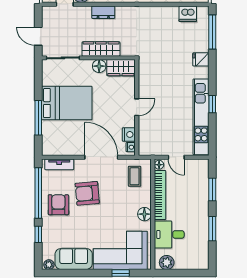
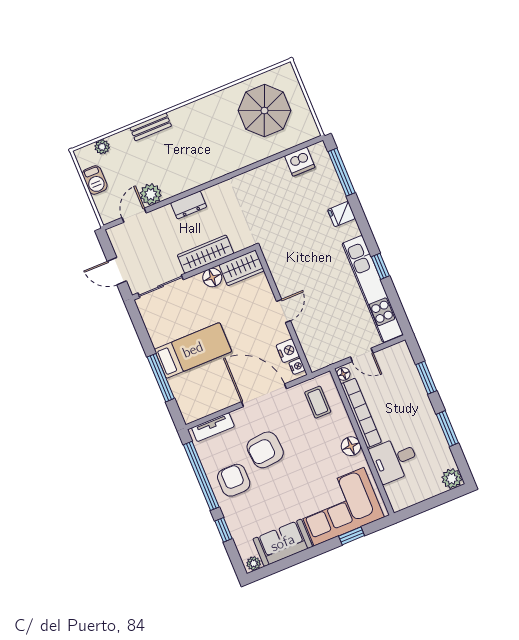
bed: (67, 103) -> (193, 350), width x0.67
plant: (167, 262) -> (452, 479), moved

